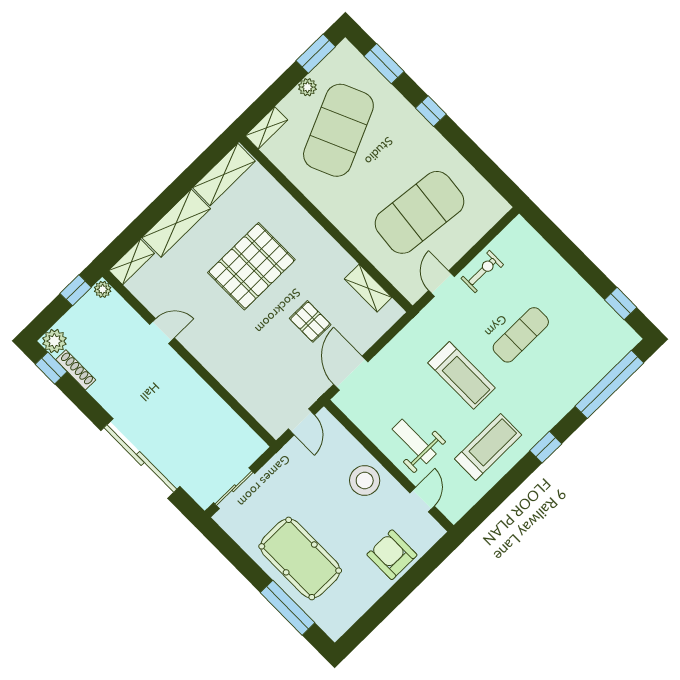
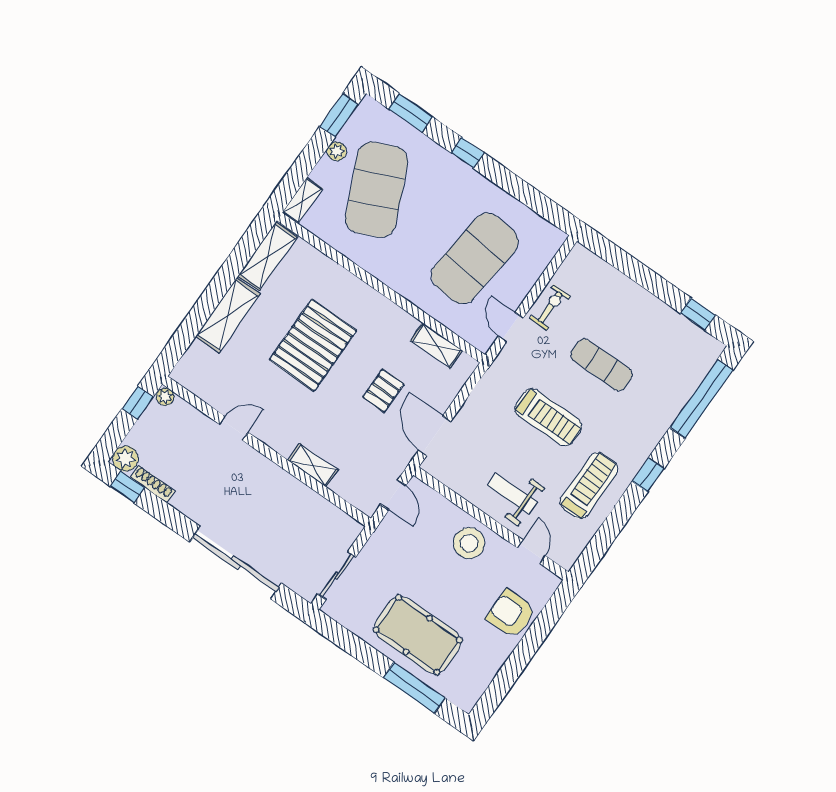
shelving: (132, 262) -> (313, 465), moved, turned 90
pallet: (310, 321) -> (383, 391), turned 90
exercise mat: (521, 335) -> (601, 365), turned 90

